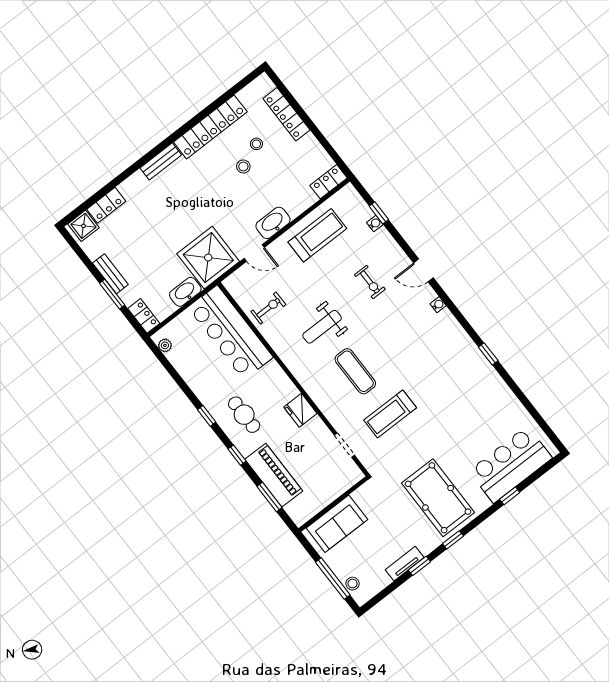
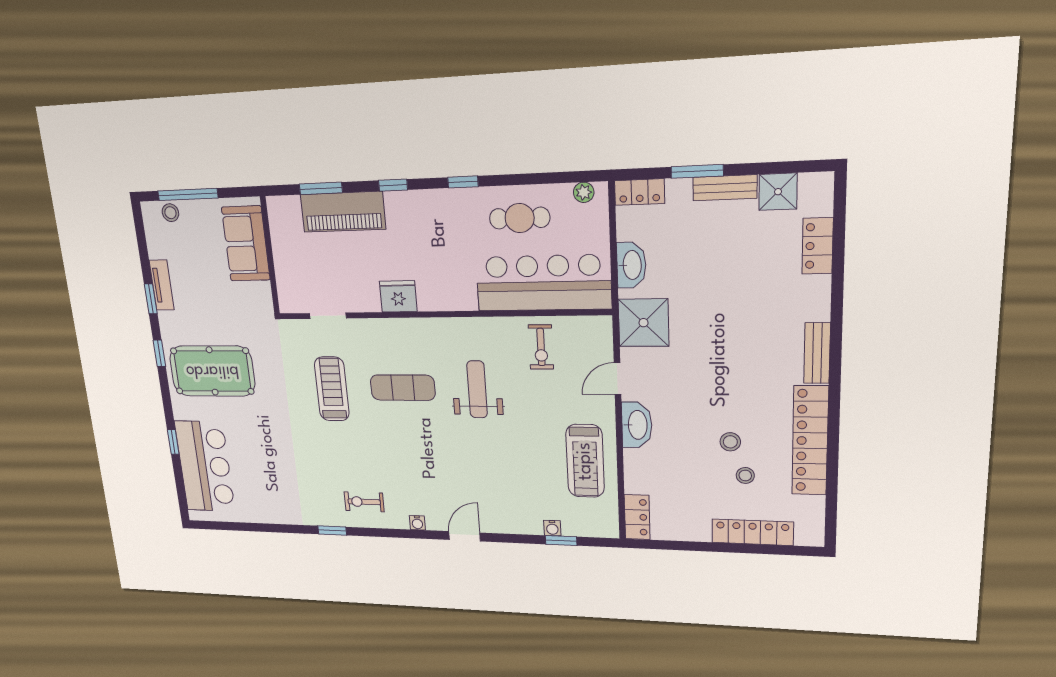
shower: (83, 226) -> (778, 192), moved
shower: (208, 258) -> (644, 323), width x0.73, depth x0.73
exercise bike: (370, 282) -> (364, 502), moved
cafe table: (244, 415) -> (520, 218), moved

